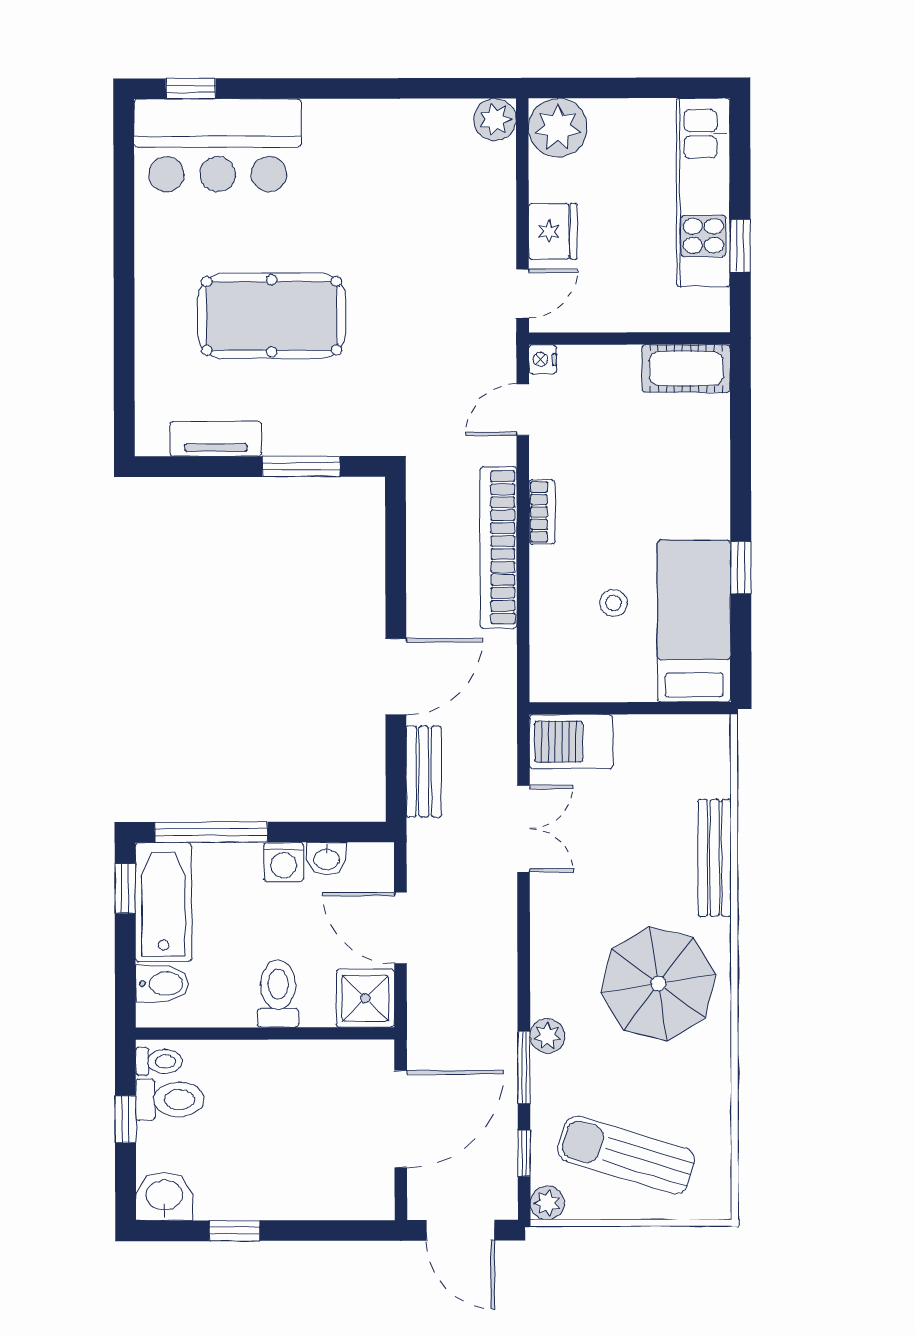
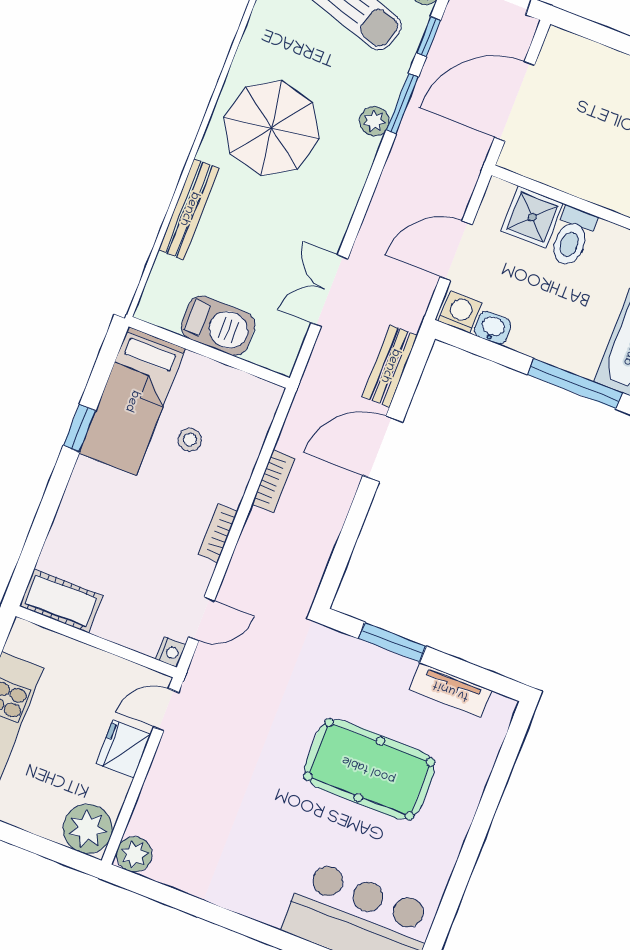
bookcase: (498, 547) -> (273, 481), width x0.43, depth x0.76
barbecue: (571, 742) -> (218, 326), moved
washing machine: (284, 862) -> (460, 312), moved
door: (400, 928) -> (456, 251), swing flipped
shower: (365, 998) -> (532, 217), moved

